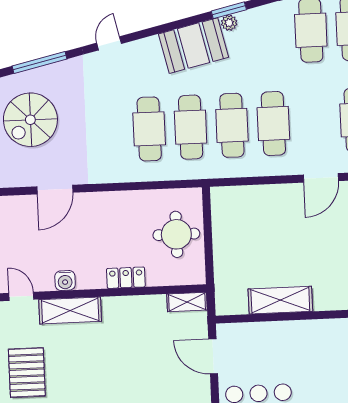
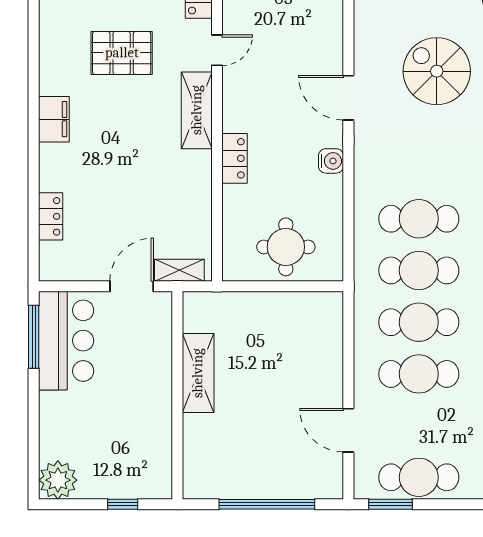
locker: (126, 278) -> (235, 158), moved
water cooler: (65, 281) -> (331, 161), moved, turned 180
shelving: (187, 302) -> (179, 270), moved, turned 90

